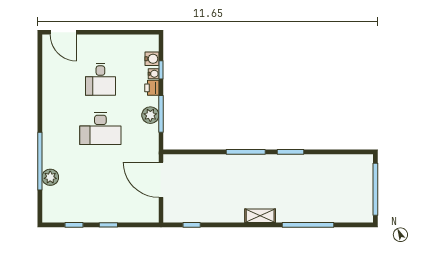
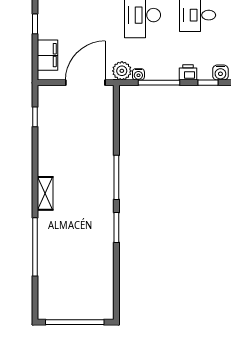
water cooler: (154, 74) -> (138, 74), moved
plant: (150, 115) -> (122, 71), moved
filing cabinet: (136, 214) -> (48, 55), added

